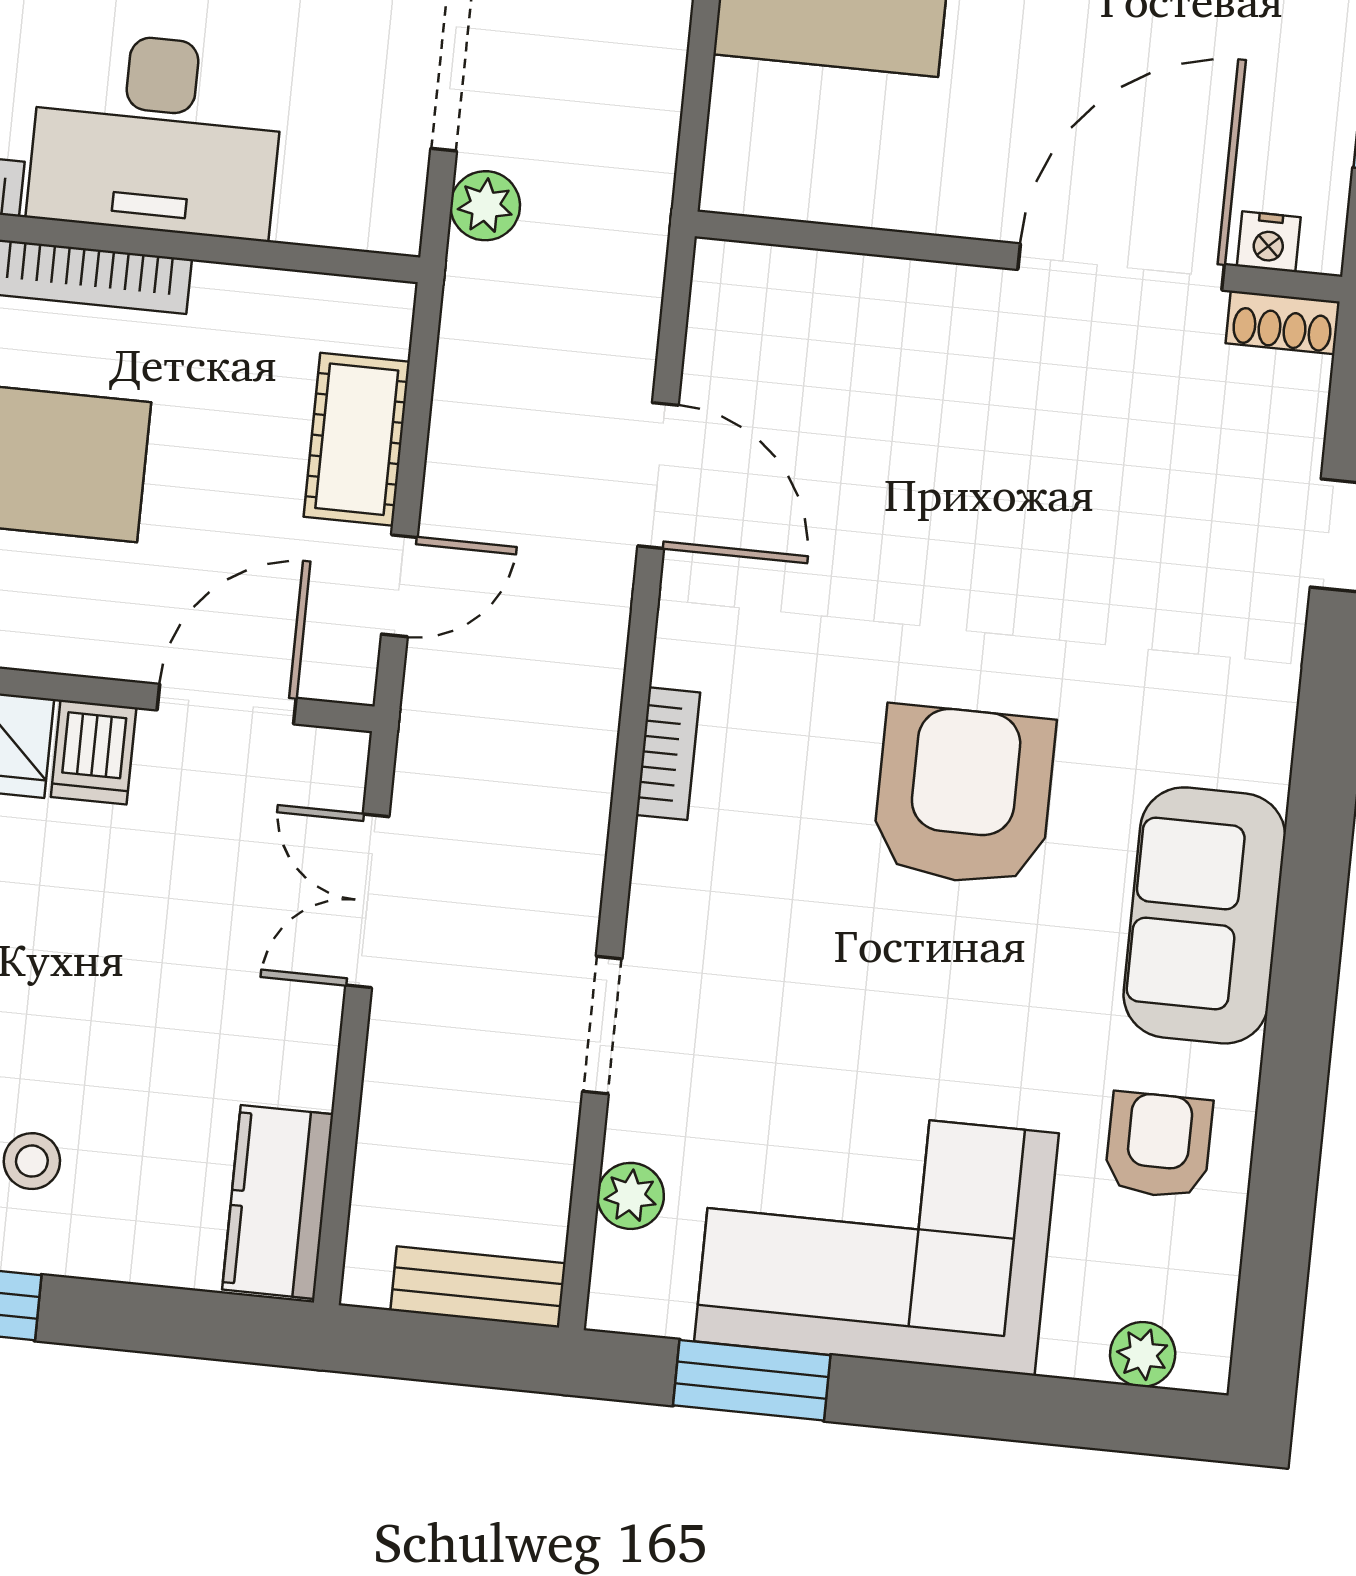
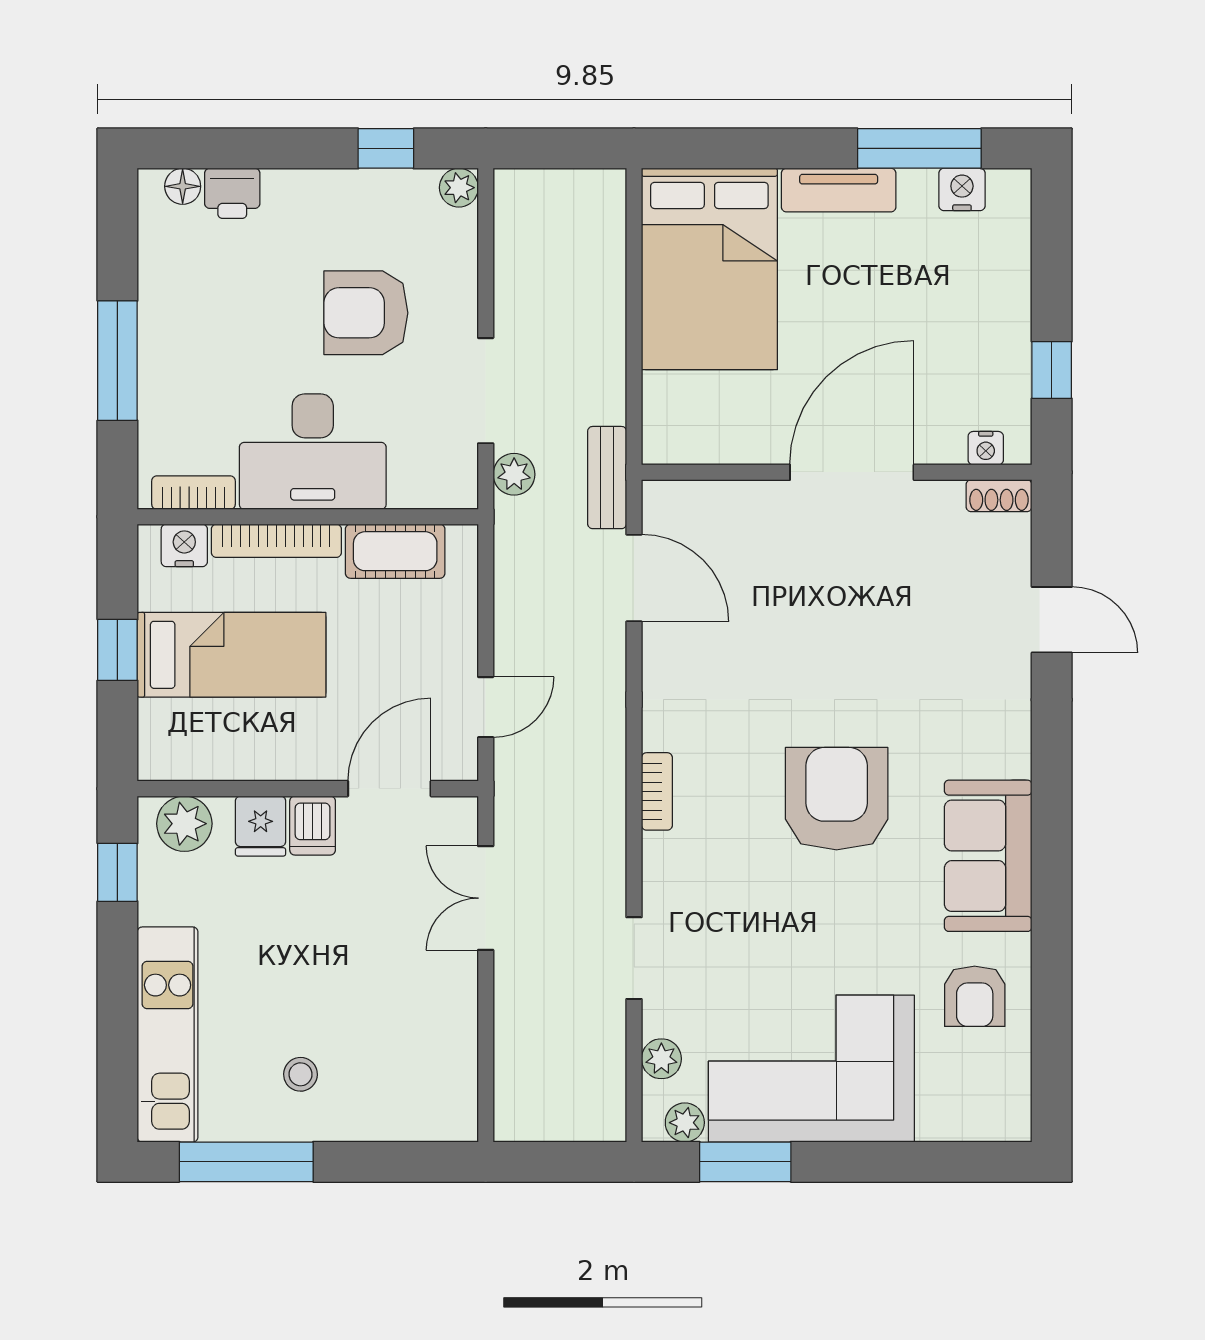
door: (1121, 267) -> (852, 472), moved
cot: (357, 439) -> (395, 551), moved, turned 90
door: (658, 475) -> (634, 578), moved
armchair: (1159, 1145) -> (975, 996), turned 180
kitchen counter: (278, 1202) -> (450, 1084), removed
bench: (478, 1287) -> (607, 478), moved, turned 90
plant: (1143, 1354) -> (685, 1123), moved

